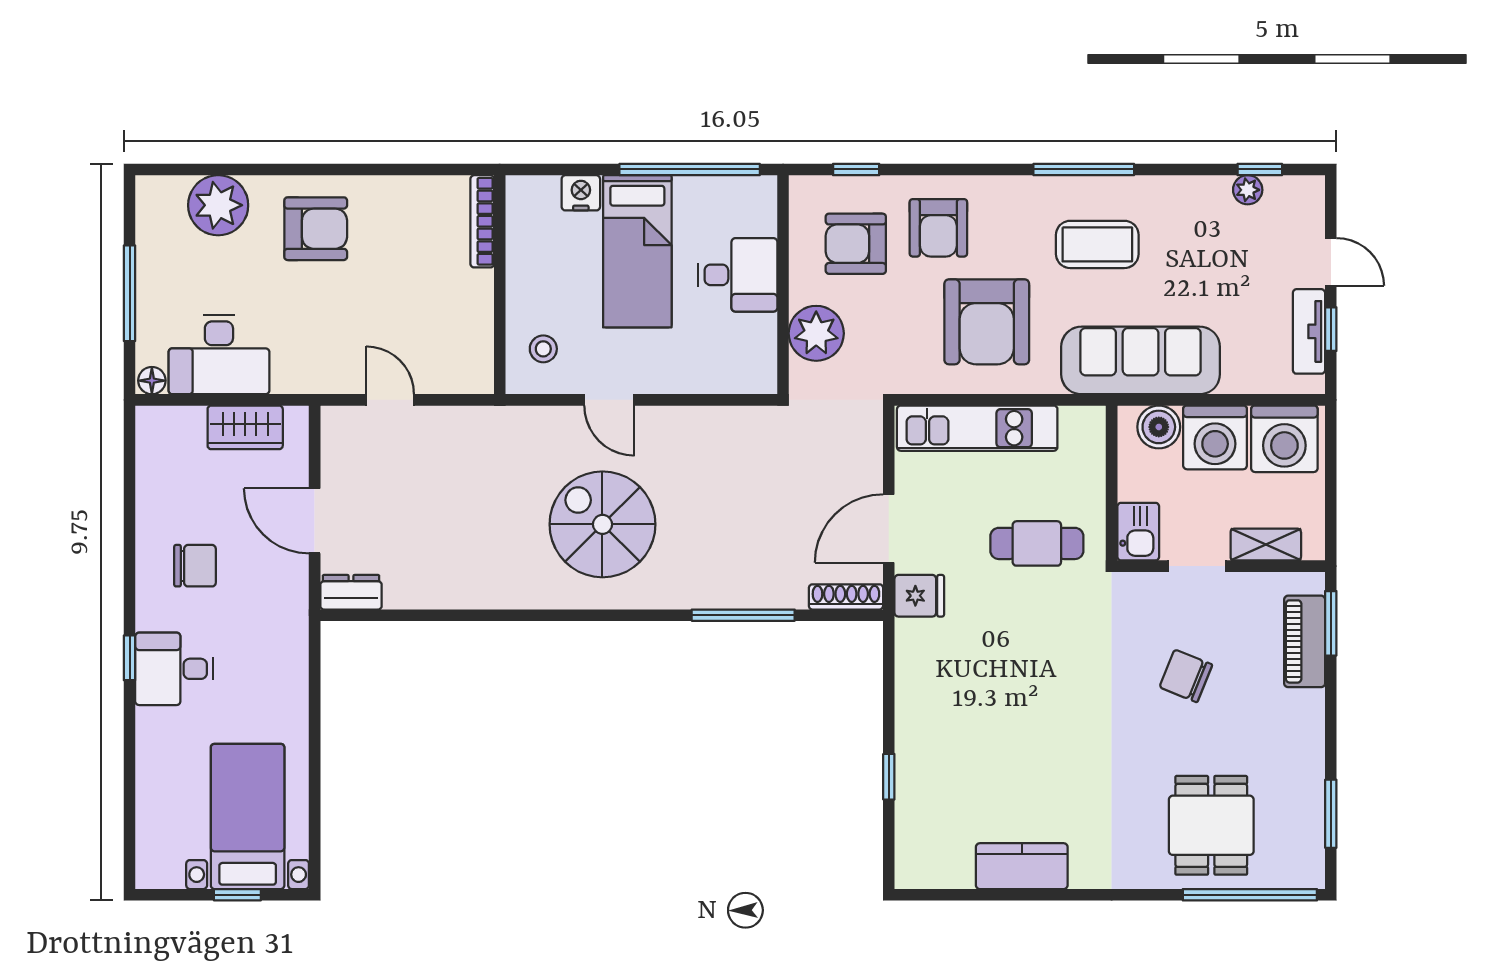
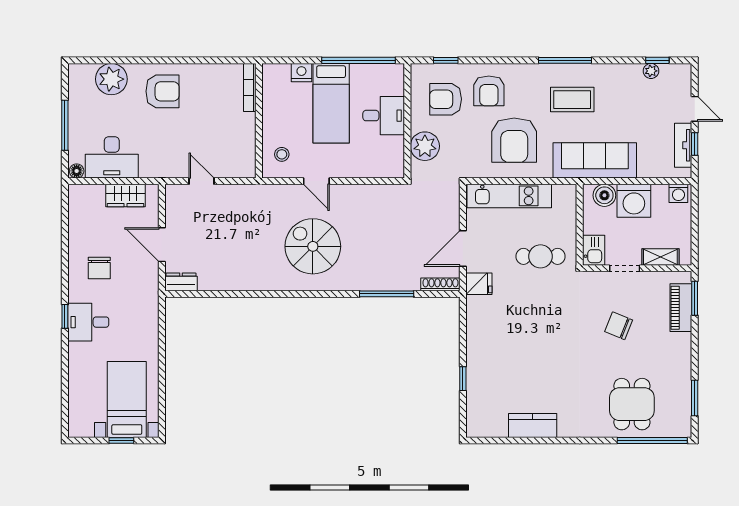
washing machine: (1284, 439) -> (678, 193), width x0.53, depth x0.53
chair: (195, 566) -> (99, 268), turned 90

